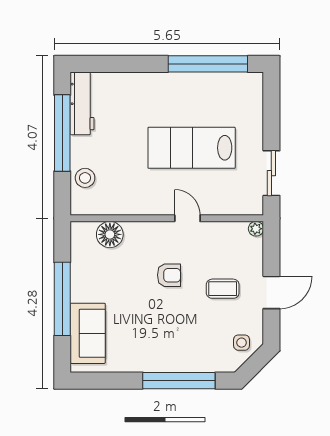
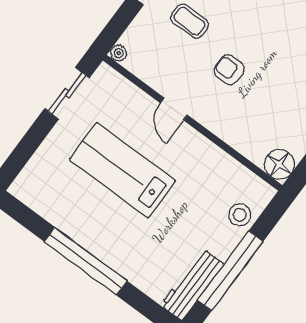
window: (208, 64) -> (86, 261), moved
lab bench: (192, 148) -> (123, 170), turned 180
floor lamp: (110, 234) -> (279, 164), moved

